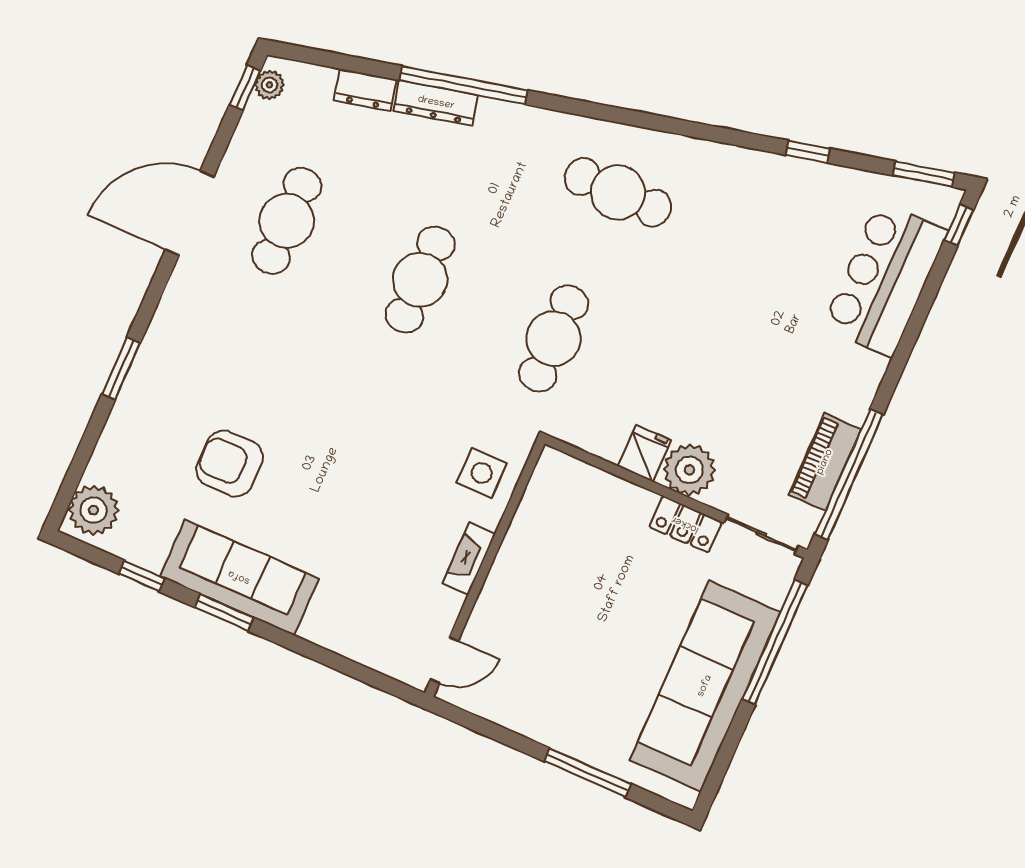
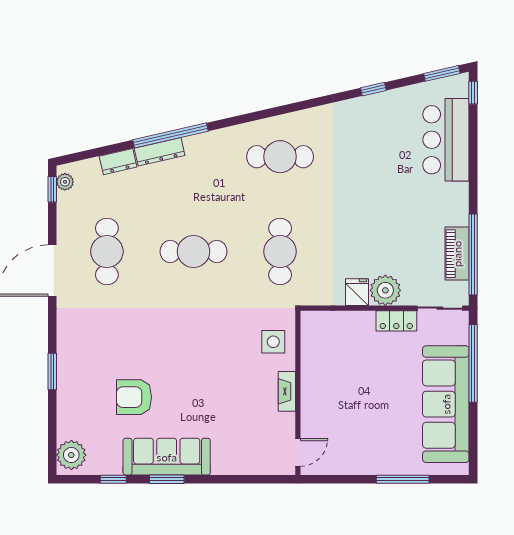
cafe table: (420, 280) -> (193, 252), turned 90

